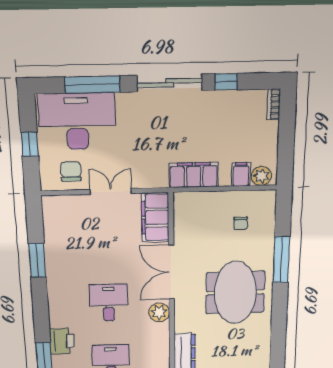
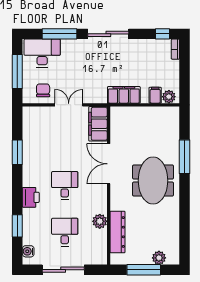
window: (226, 82) -> (162, 34), moved
desk: (77, 121) -> (42, 53), width x0.73, depth x0.77
window: (30, 144) -> (17, 71), width x2.17
chair: (241, 223) -> (156, 130), removed
plant: (159, 312) -> (100, 221), moved
printer: (62, 341) -> (31, 197), moved

